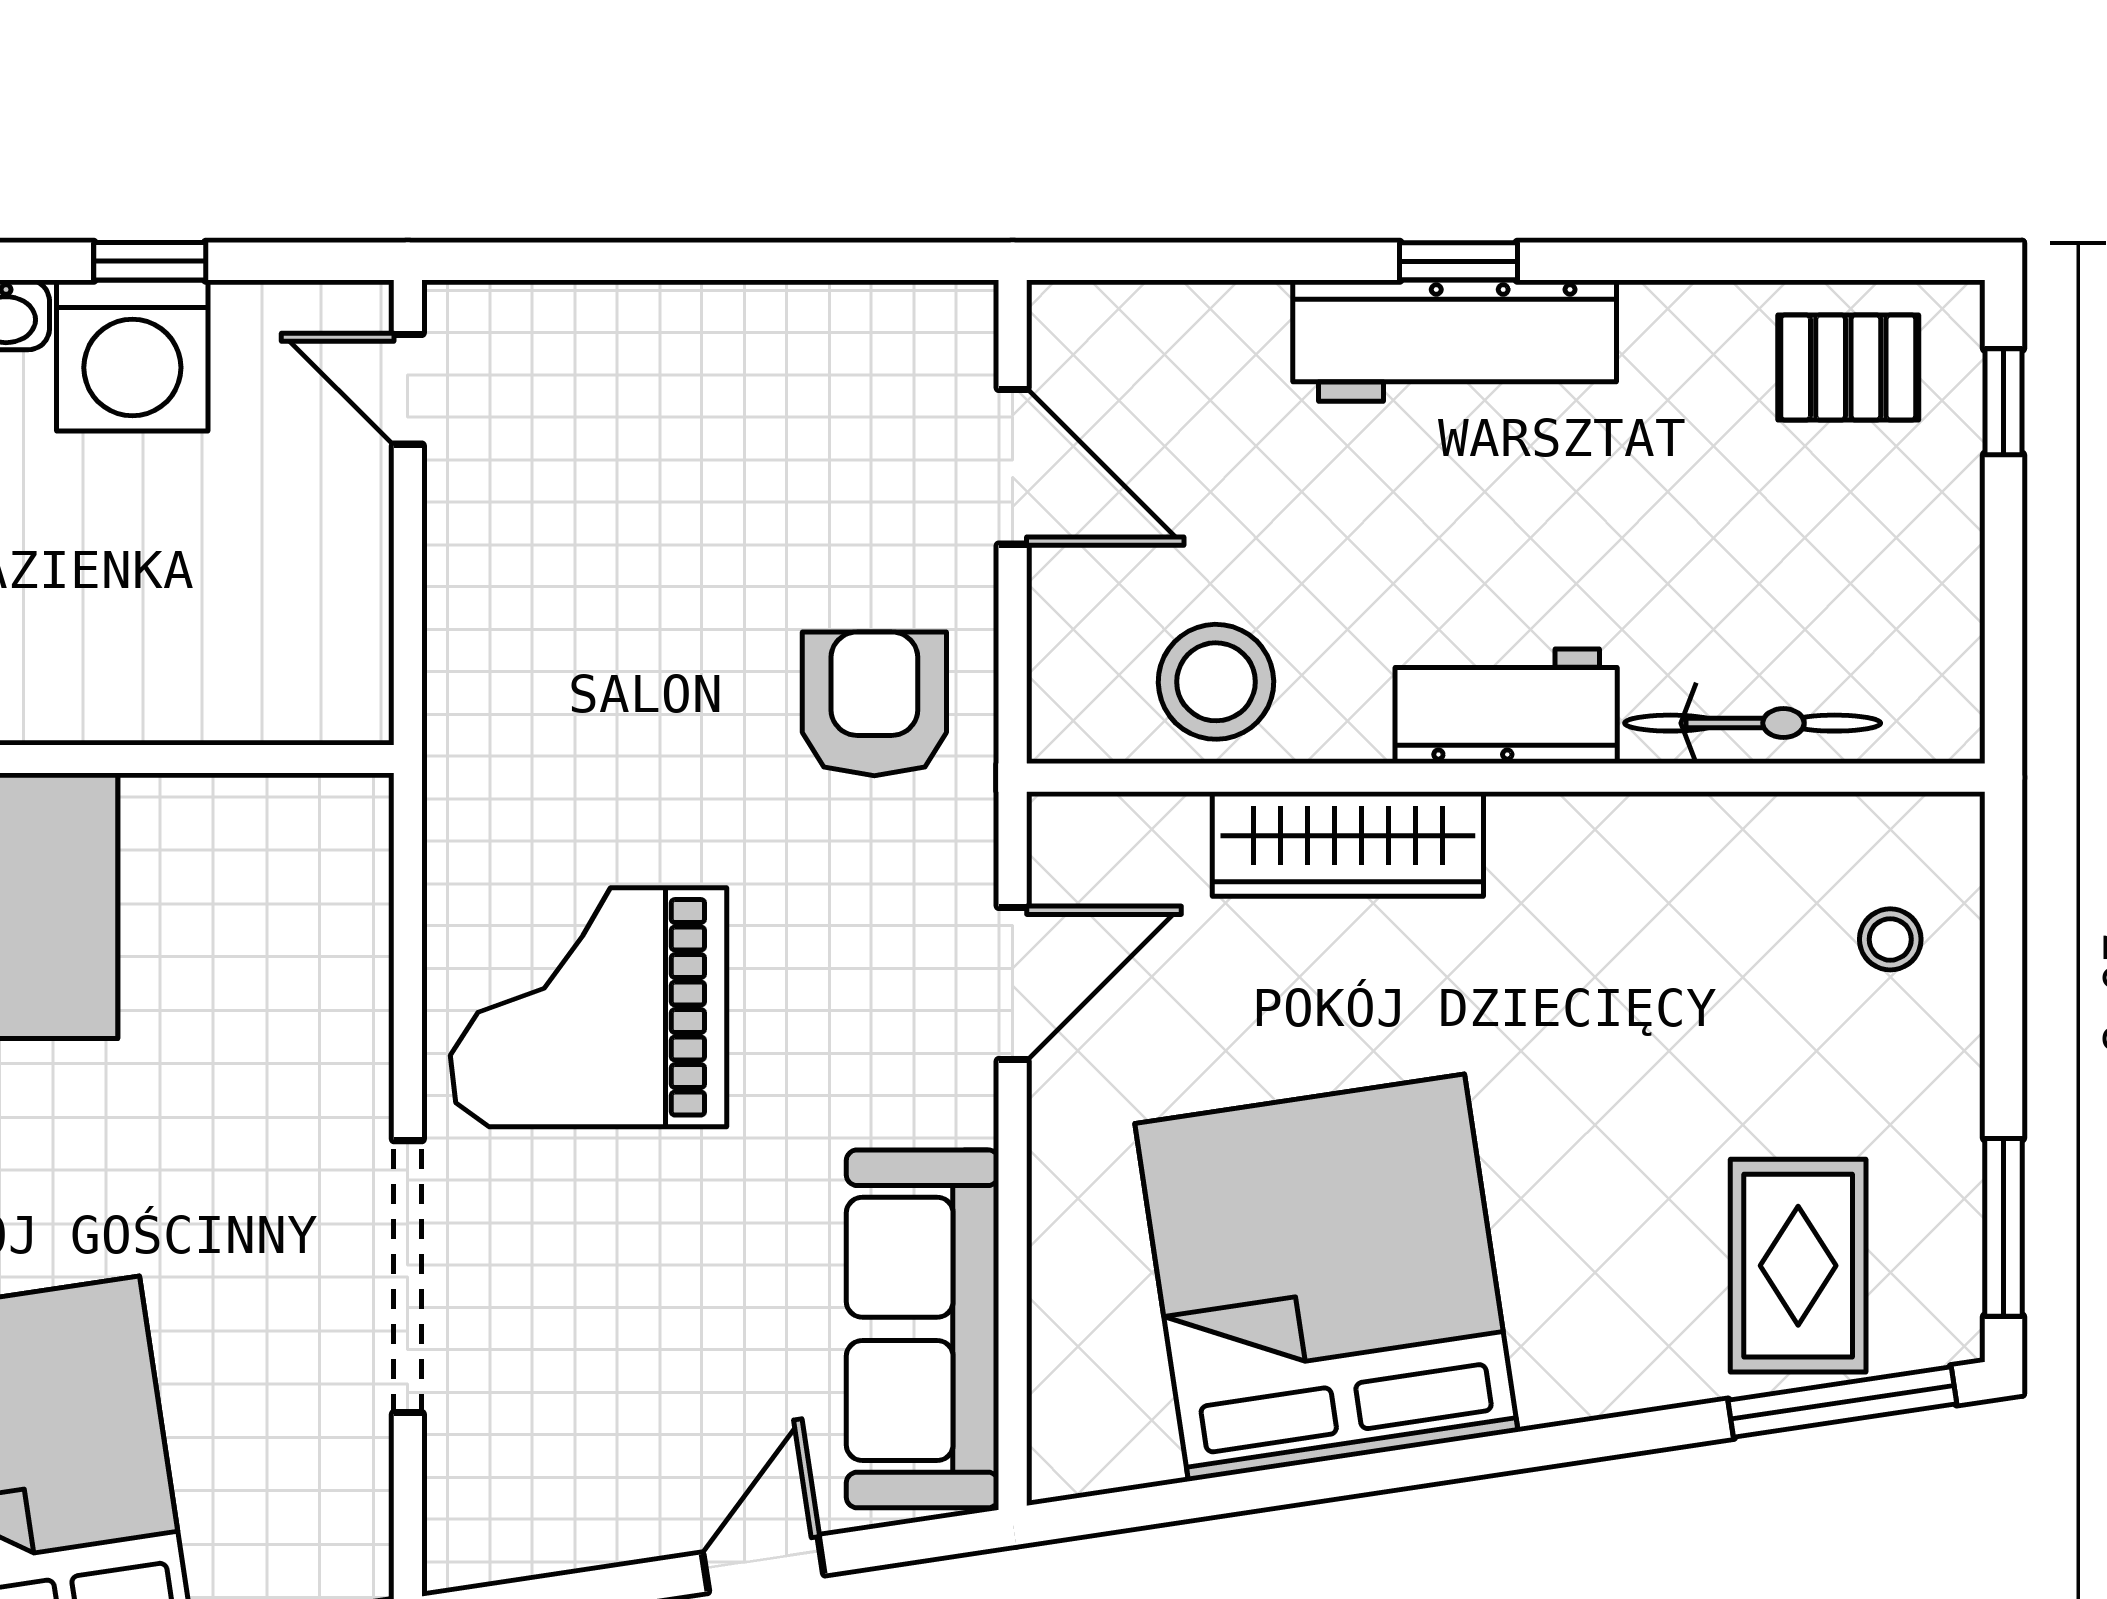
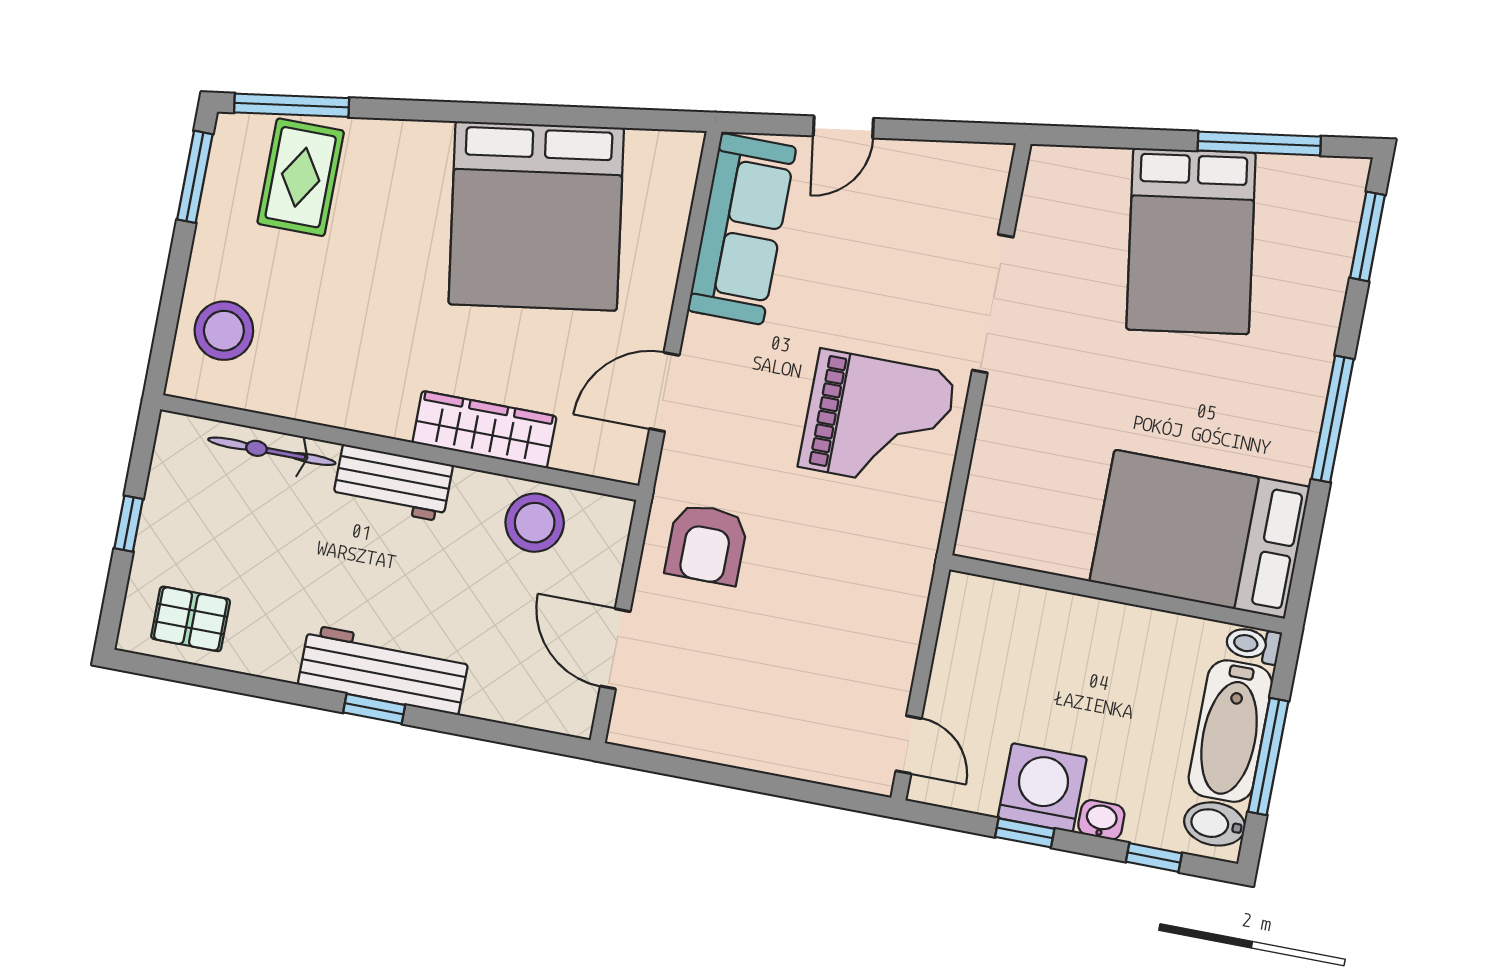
window: (2004, 402) -> (129, 524), moved
stool: (1890, 939) -> (224, 331), width x1.89, depth x1.89

